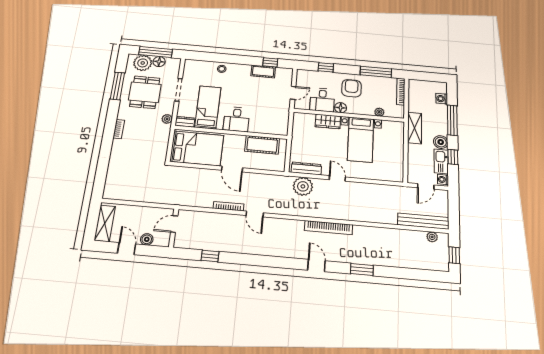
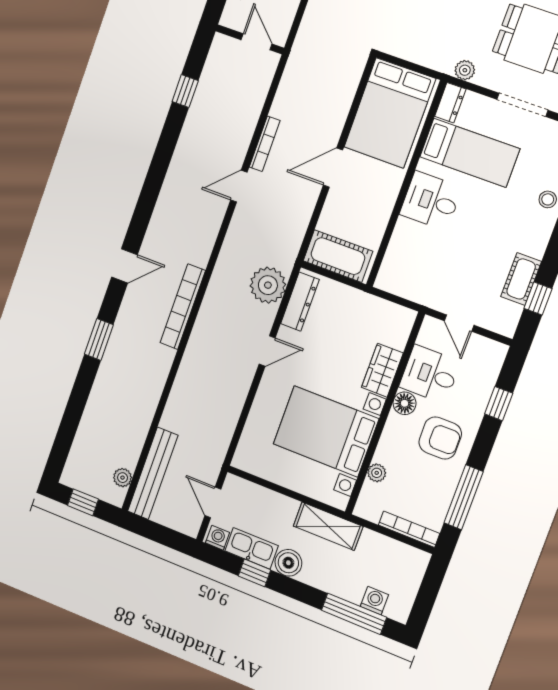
window: (452, 120) -> (354, 614), moved
bed with nightstands: (361, 140) -> (326, 431), width x1.36
cot: (262, 145) -> (338, 256), moved, turned 90

